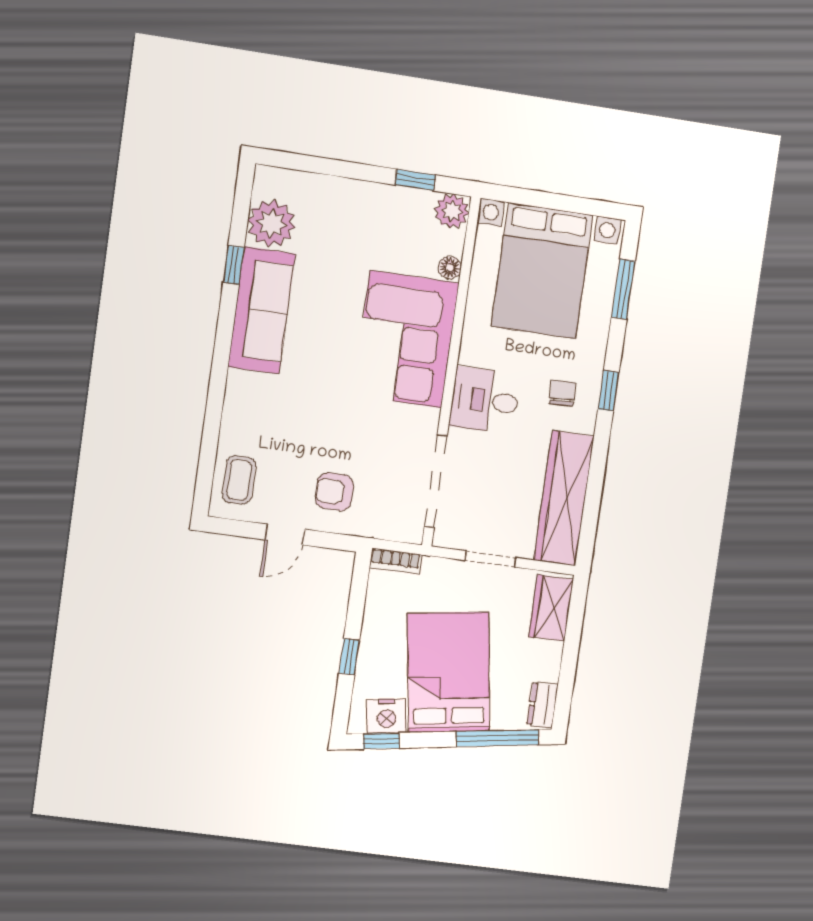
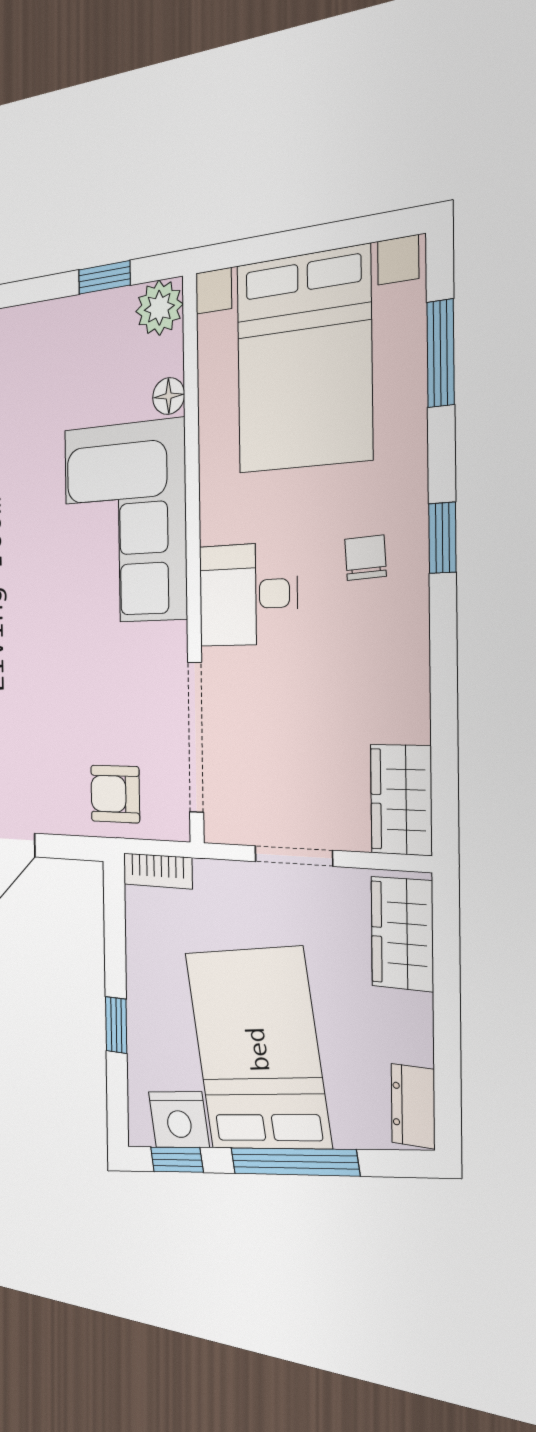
armchair: (334, 492) -> (115, 794), moved
wardrobe: (564, 498) -> (401, 800), width x0.48, depth x0.85
window: (497, 738) -> (294, 1162), moved

